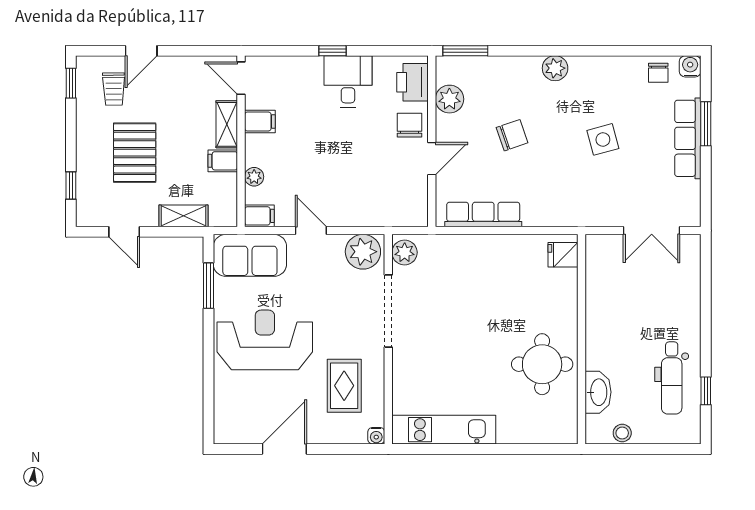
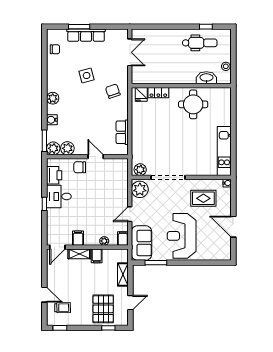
water cooler: (690, 66) -> (52, 120), moved
plant: (449, 69) -> (53, 148), added
printer: (413, 82) -> (54, 175), moved, turned -90
chair: (512, 135) -> (113, 91), moved
pallet: (135, 153) -> (103, 309), moved, turned 90
row of seats: (483, 214) -> (122, 132), width x0.68
locker: (567, 291) -> (158, 93), added

